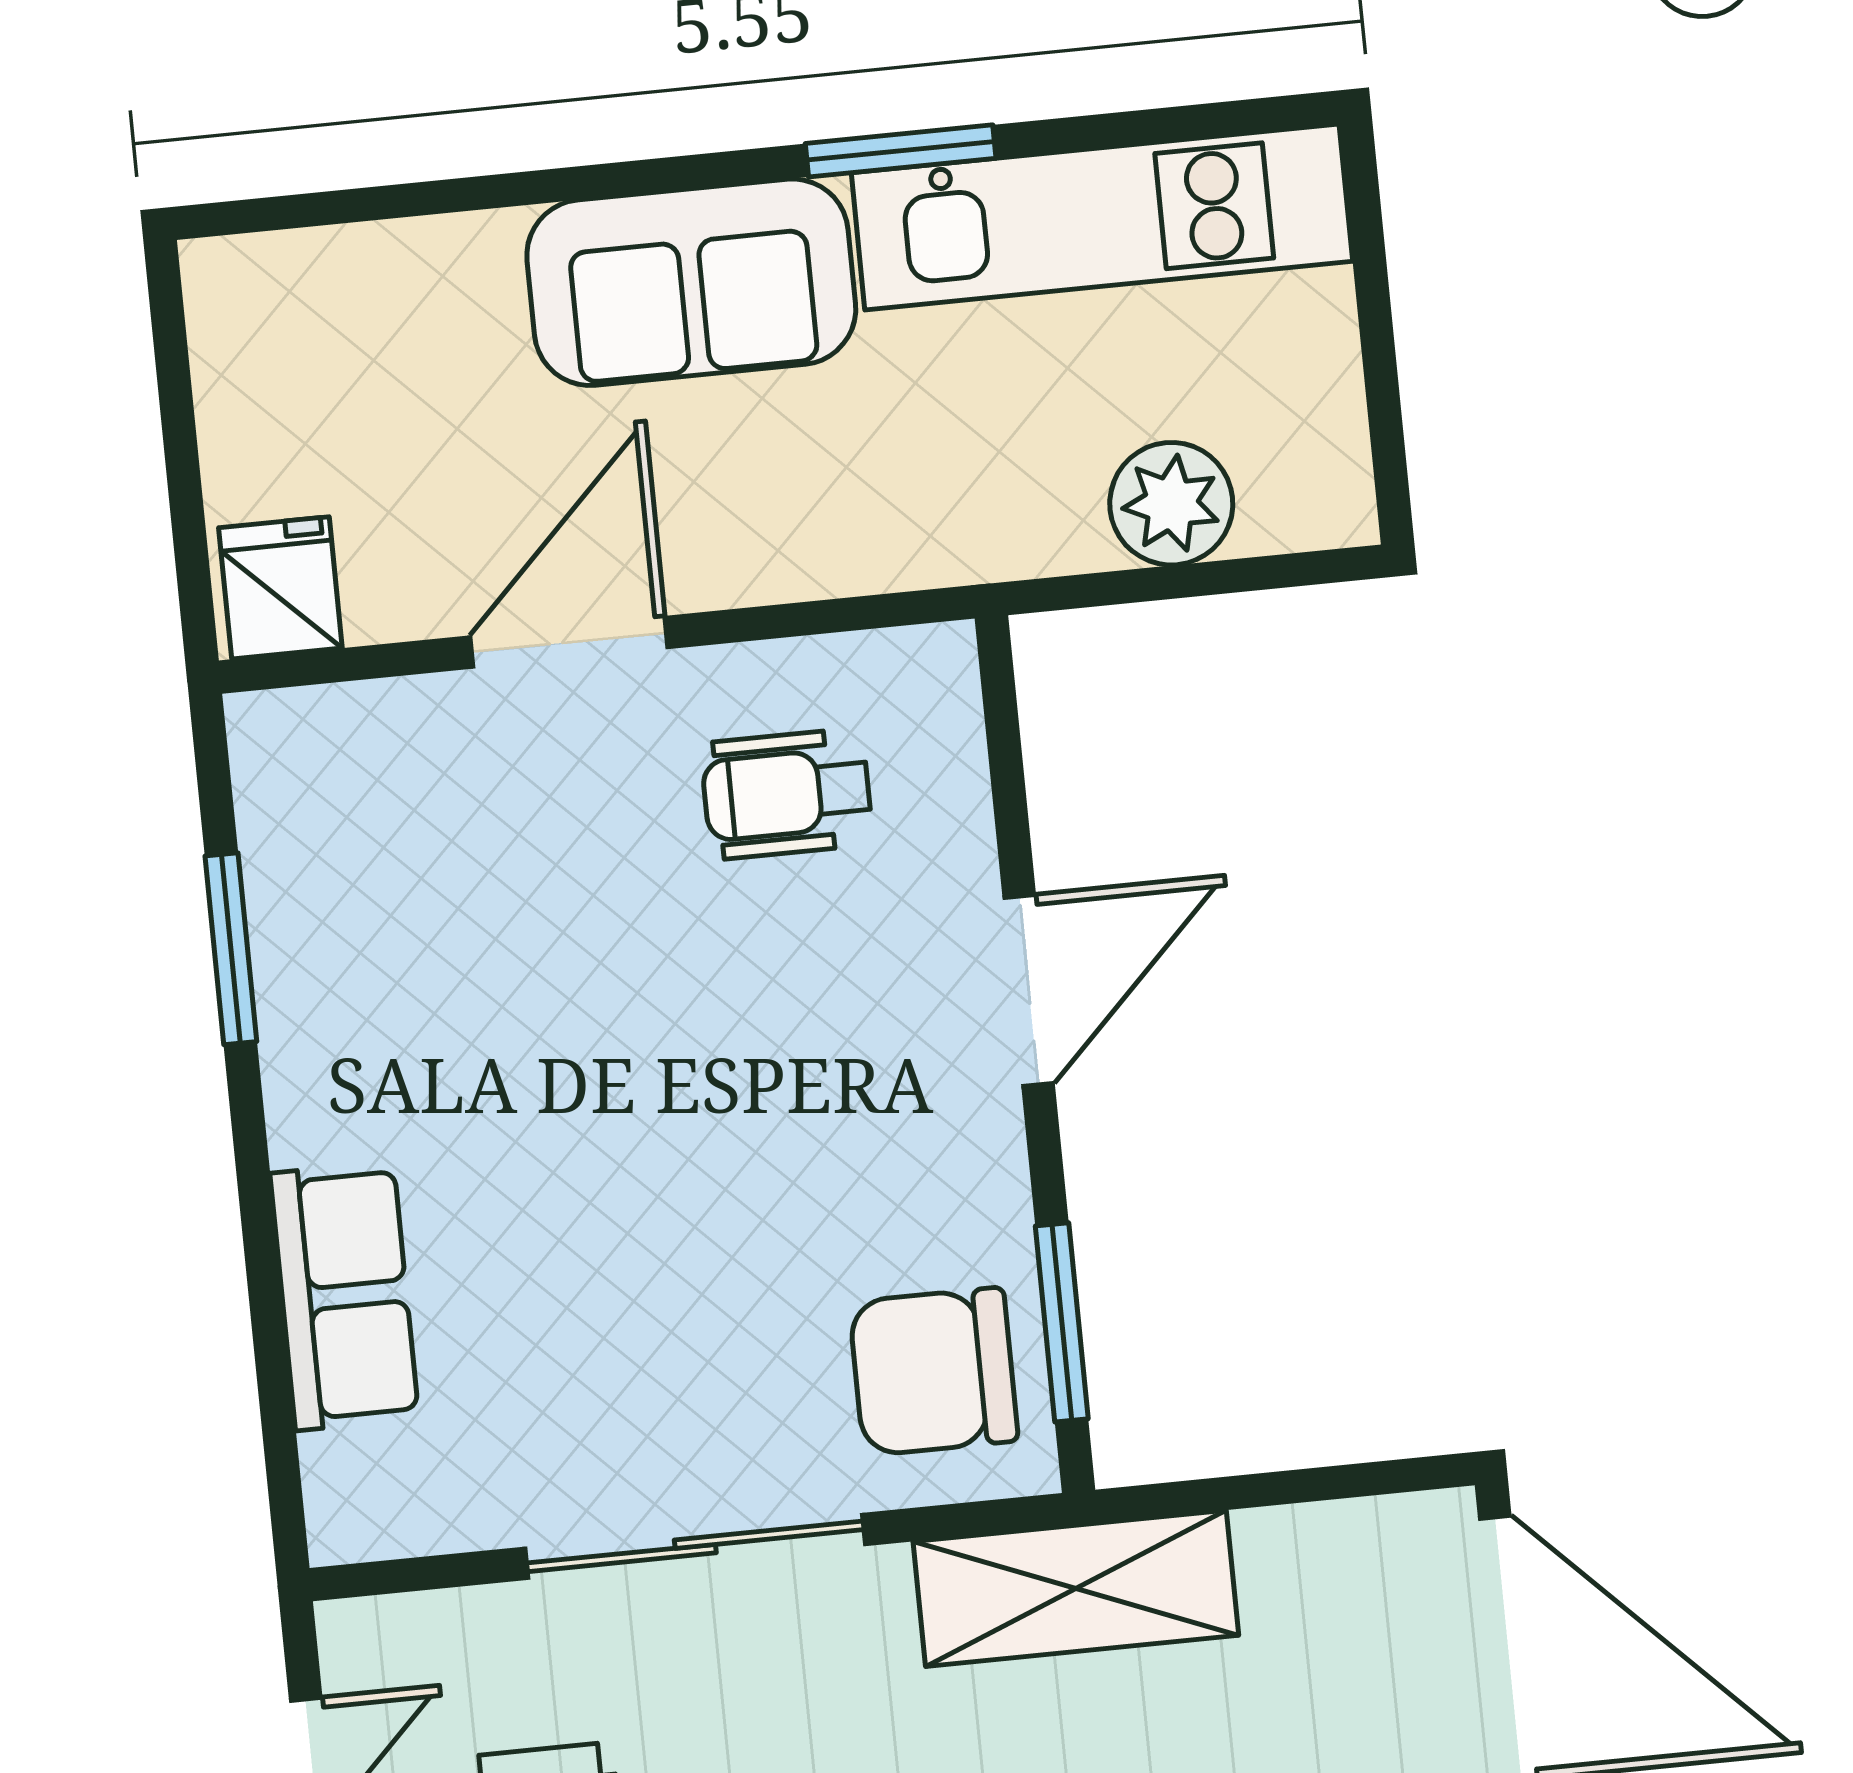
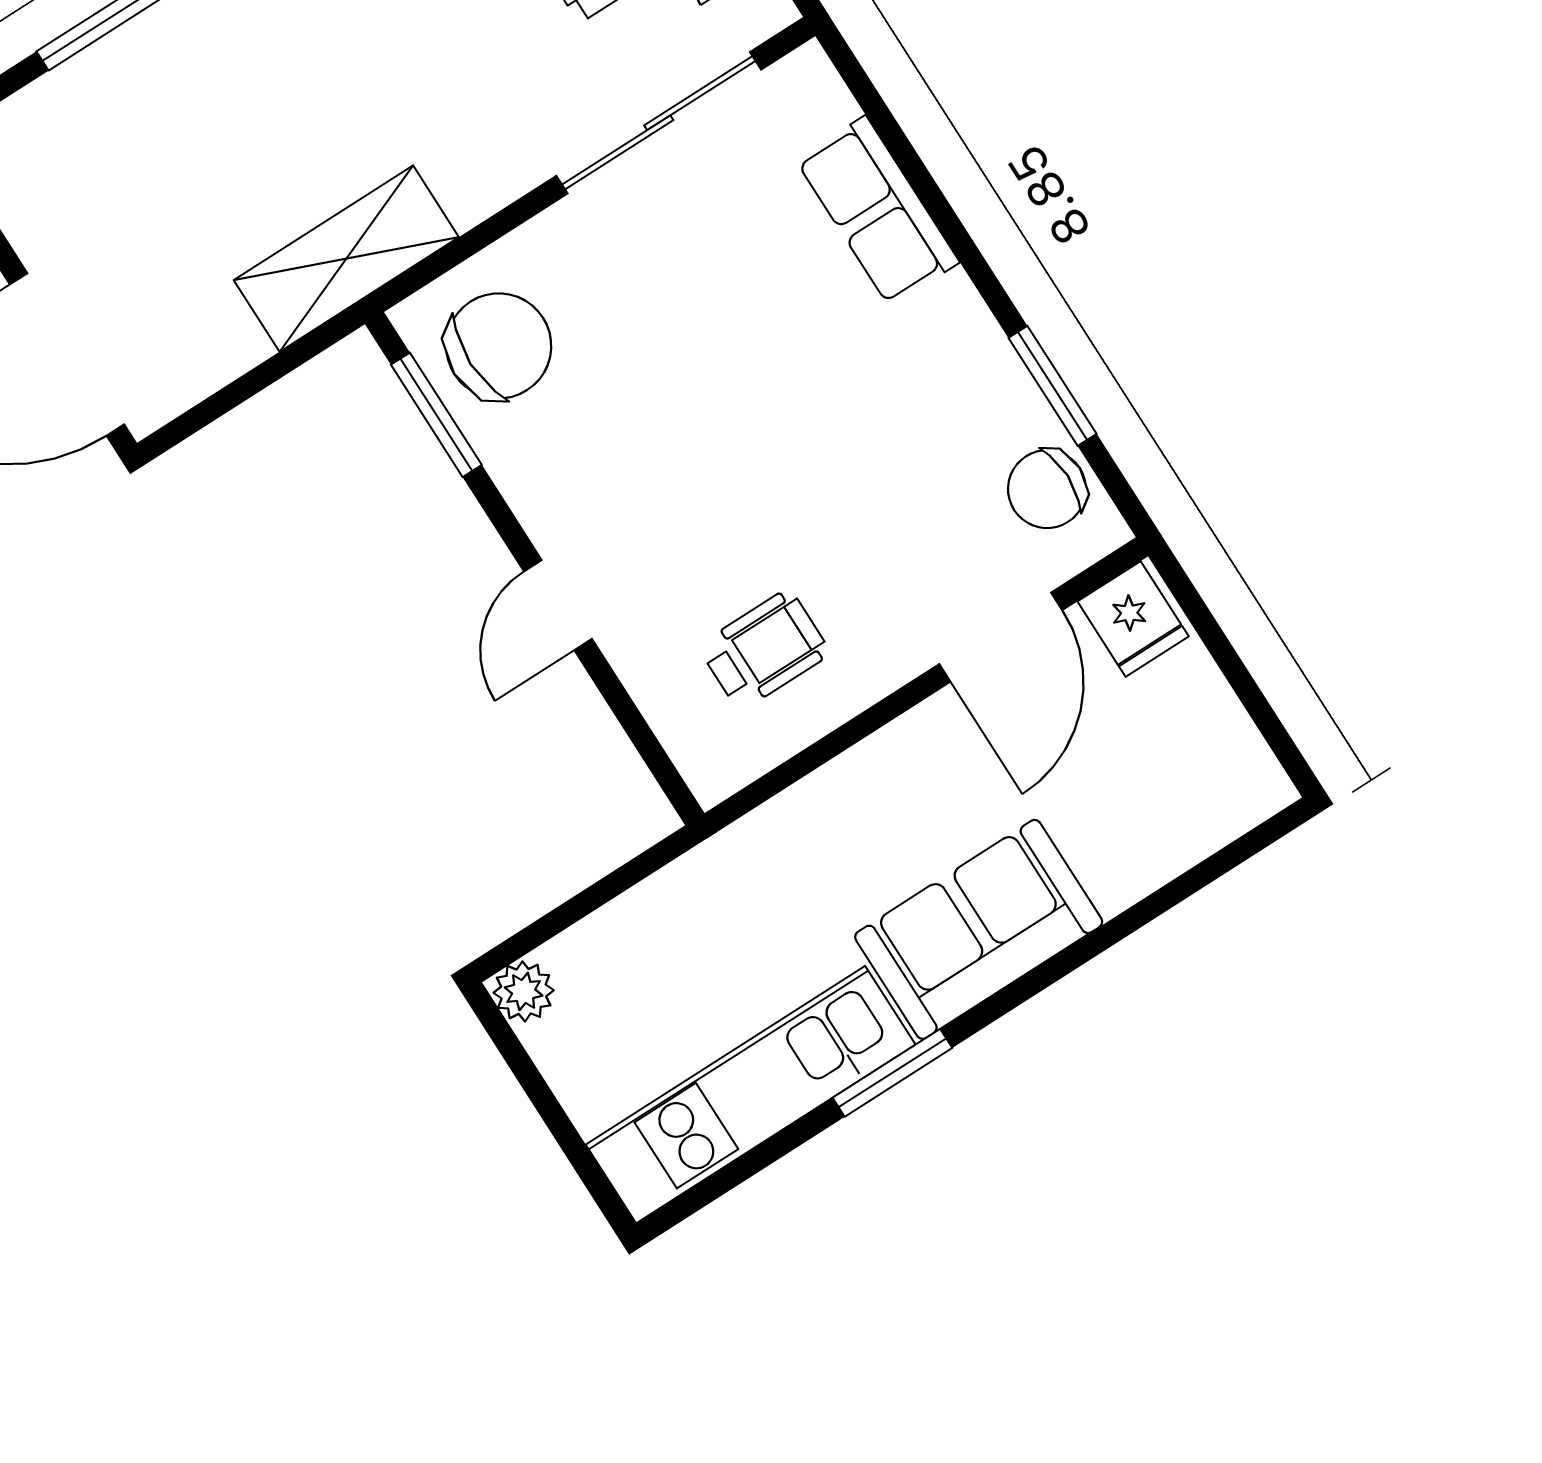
plant: (1171, 504) -> (524, 991), moved, width x0.73, depth x0.73
door: (569, 642) -> (1001, 637), moved
chair: (307, 816) -> (1047, 489), added
door: (1029, 990) -> (558, 605), width x0.73
sliding door: (695, 1546) -> (659, 123), moved

